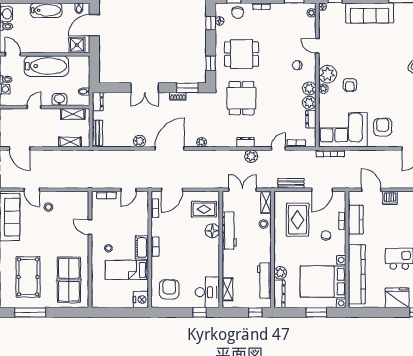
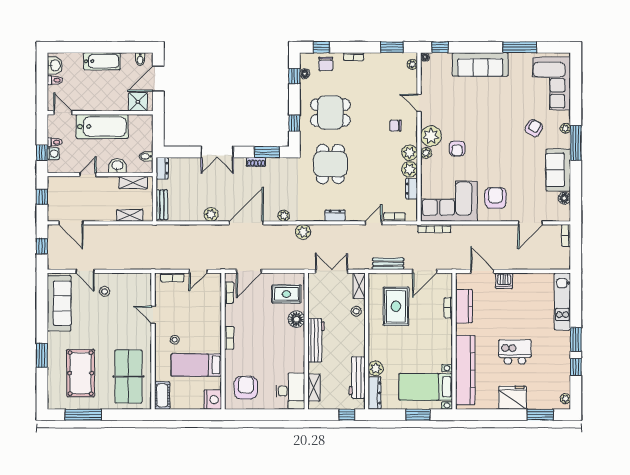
plant: (251, 156) -> (303, 232), moved
workbench: (229, 231) -> (316, 340), moved
chair: (326, 235) -> (429, 325), removed
cot: (142, 247) -> (162, 395), moved
bed with nightstands: (323, 282) -> (426, 387), width x0.73
window: (200, 312) -> (281, 415), removed

